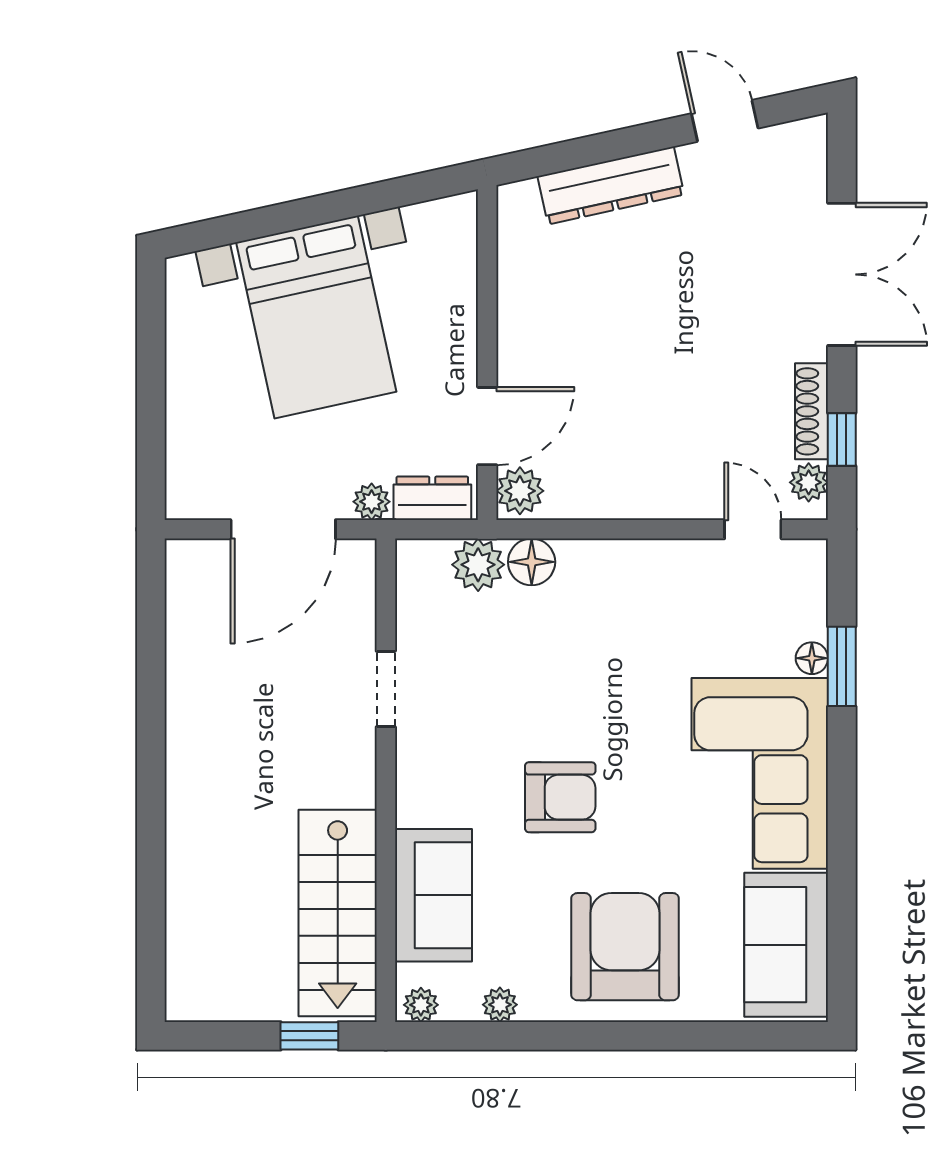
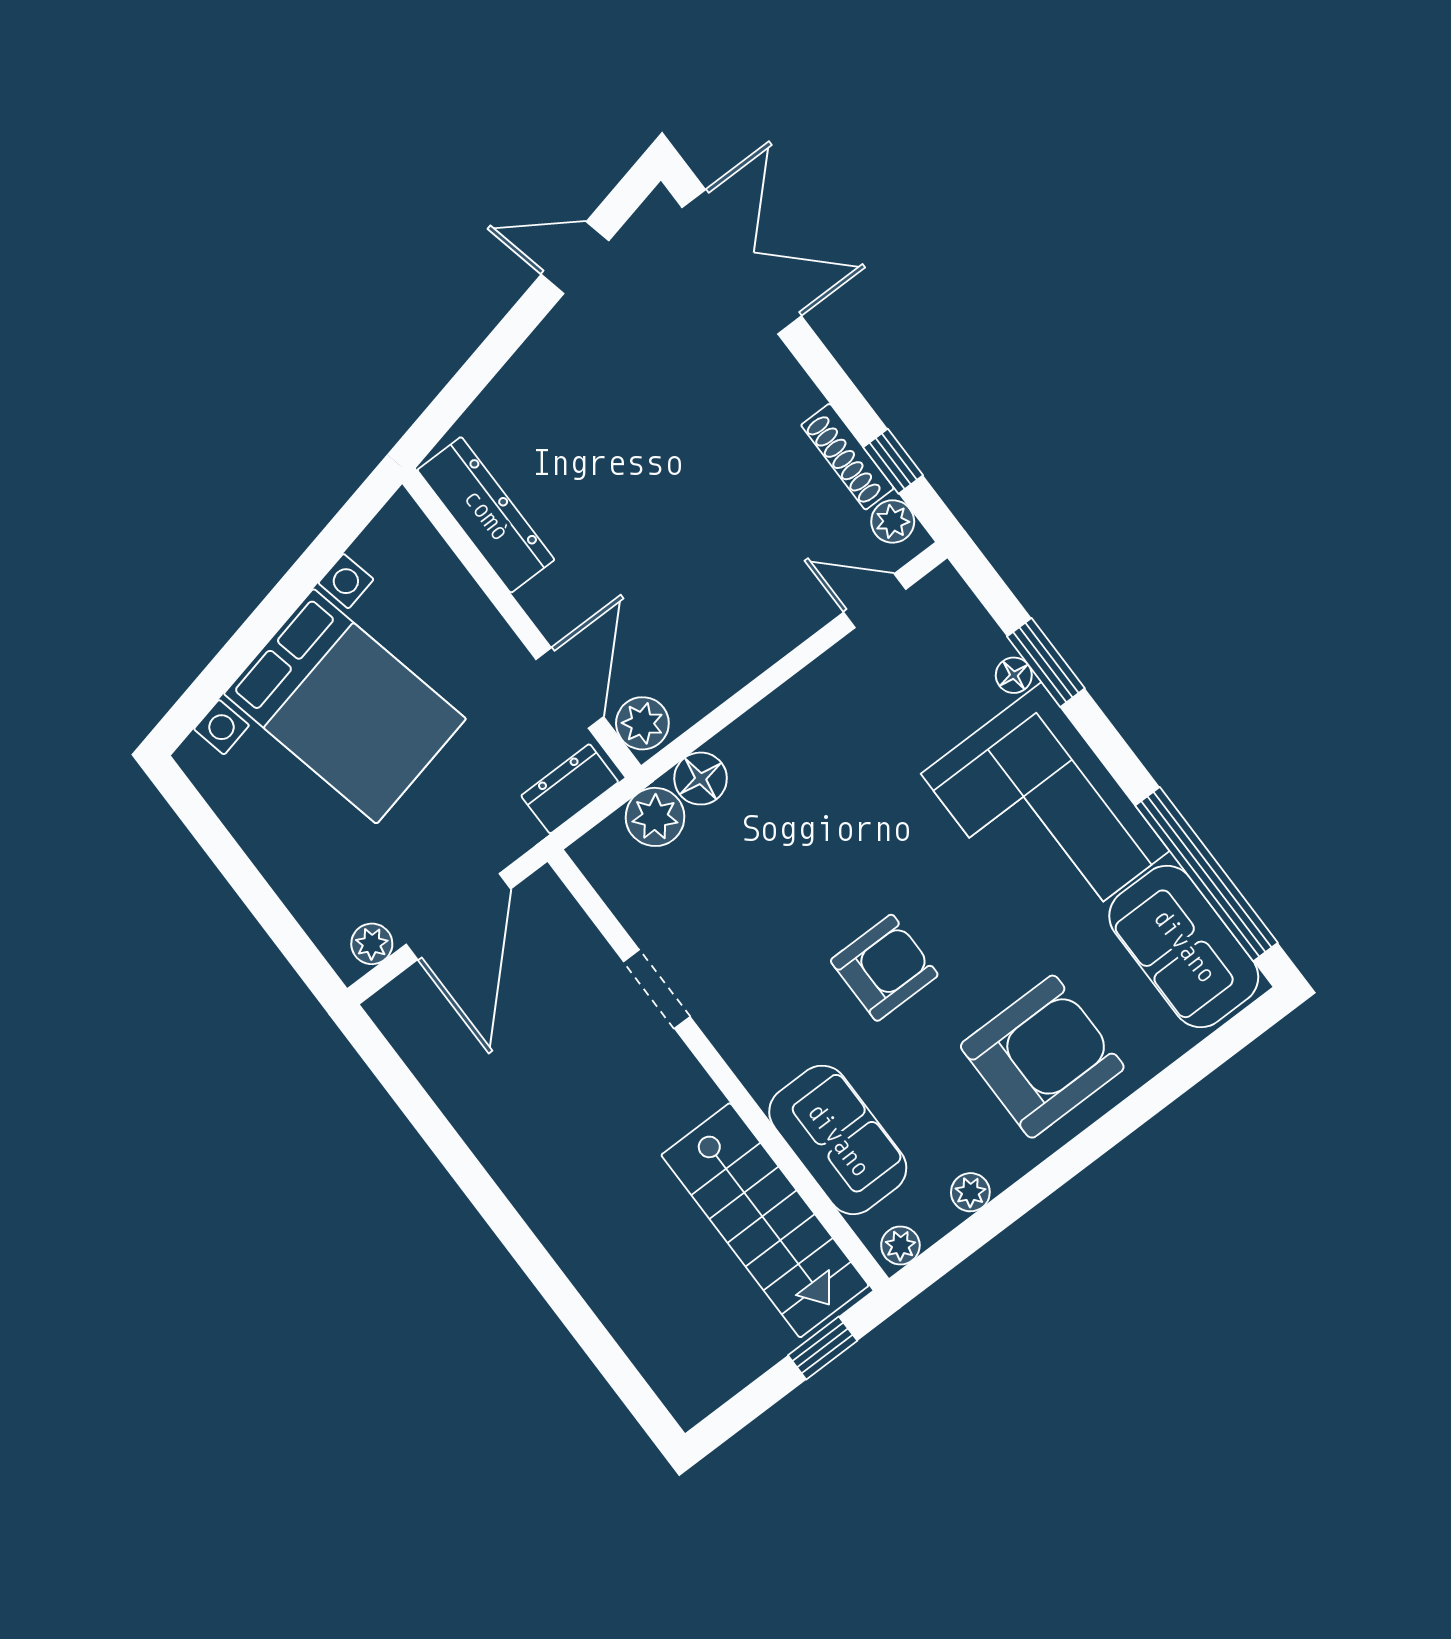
dresser: (611, 185) -> (486, 515), moved, turned -78
double door: (842, 274) -> (742, 262), moved
plant: (372, 502) -> (372, 944), moved
window: (842, 905) -> (1207, 874), added
armchair: (625, 947) -> (1042, 1057), turned 90

